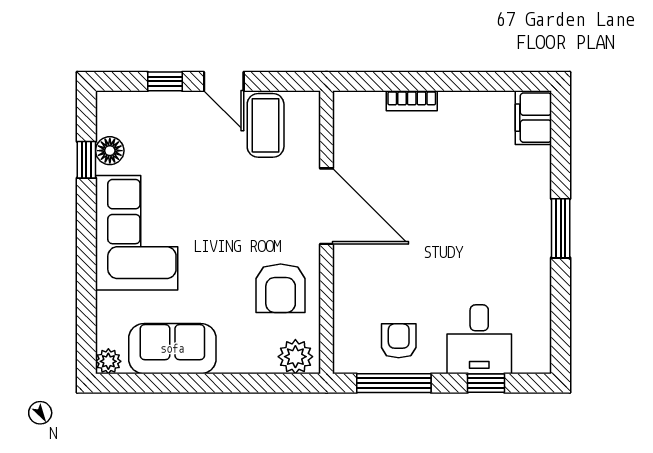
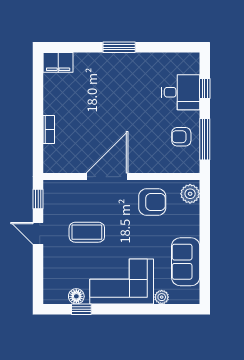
window: (165, 81) -> (38, 199), moved
door: (224, 81) -> (38, 233), swing flipped
coffee table: (266, 125) -> (87, 232), moved
plant: (108, 361) -> (162, 297), moved

